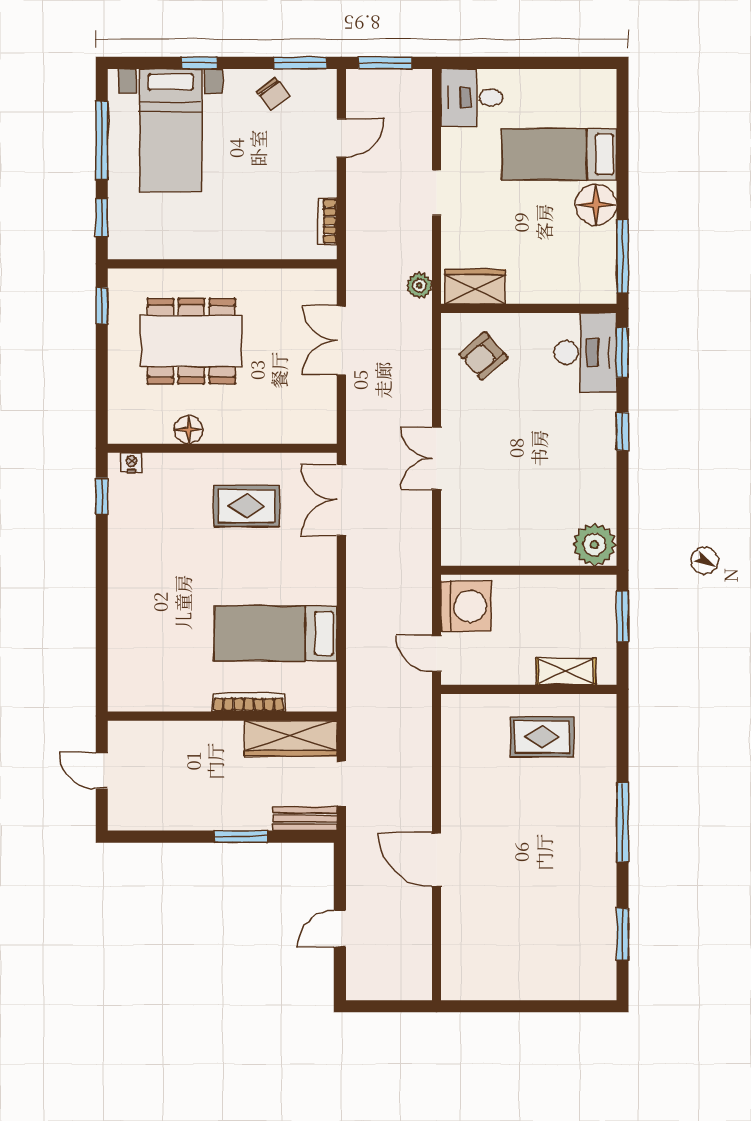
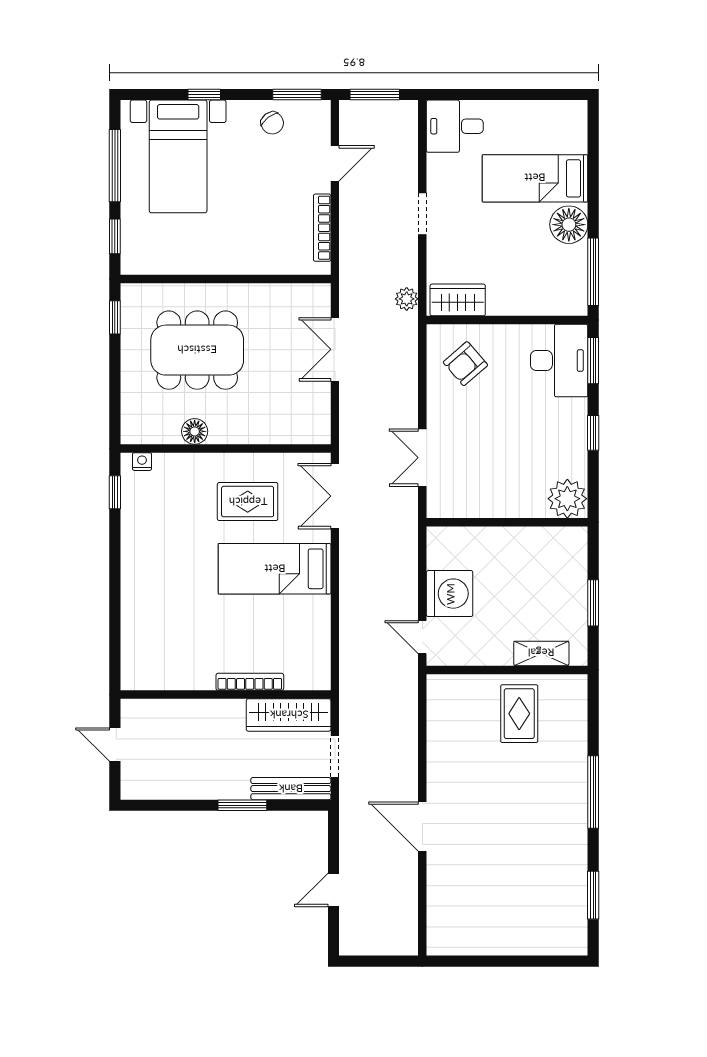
bookcase: (327, 221) -> (322, 228), width x1.56
plant: (594, 545) -> (567, 499), moved
wall: (529, 570) -> (507, 522), moved
bed: (276, 633) -> (275, 569), moved
rug: (542, 737) -> (519, 714), turned 90
bench: (305, 818) -> (291, 789), width x1.36

